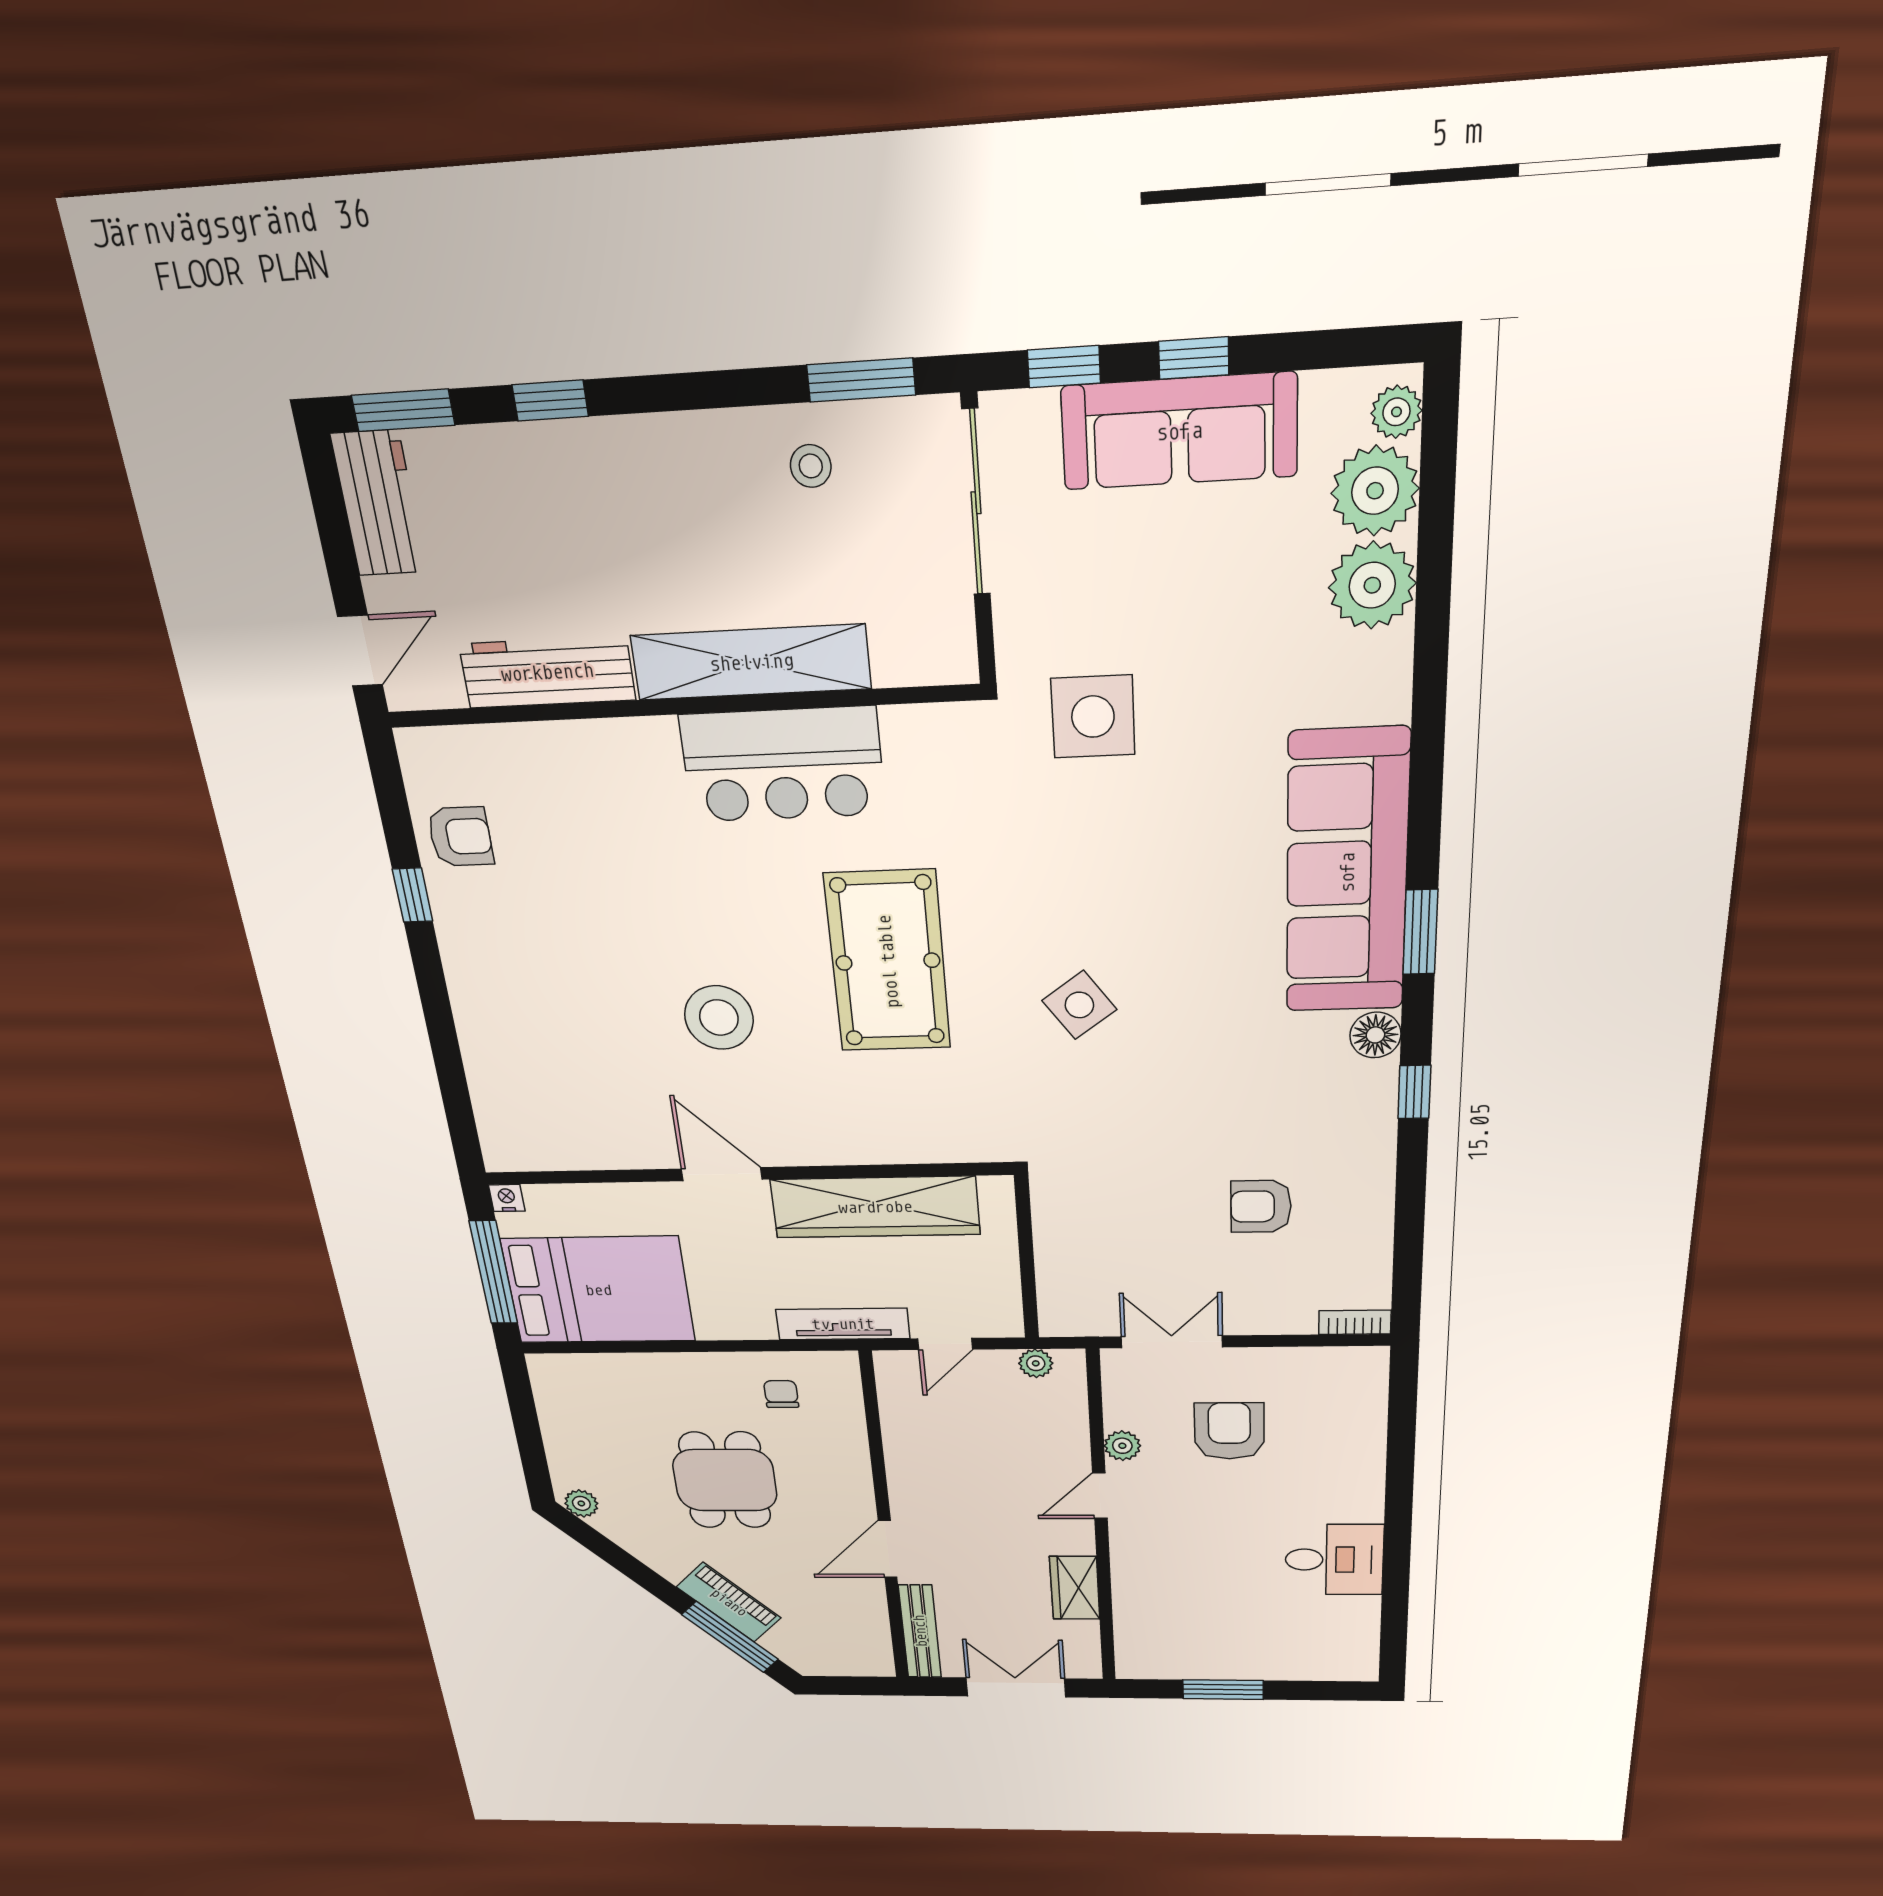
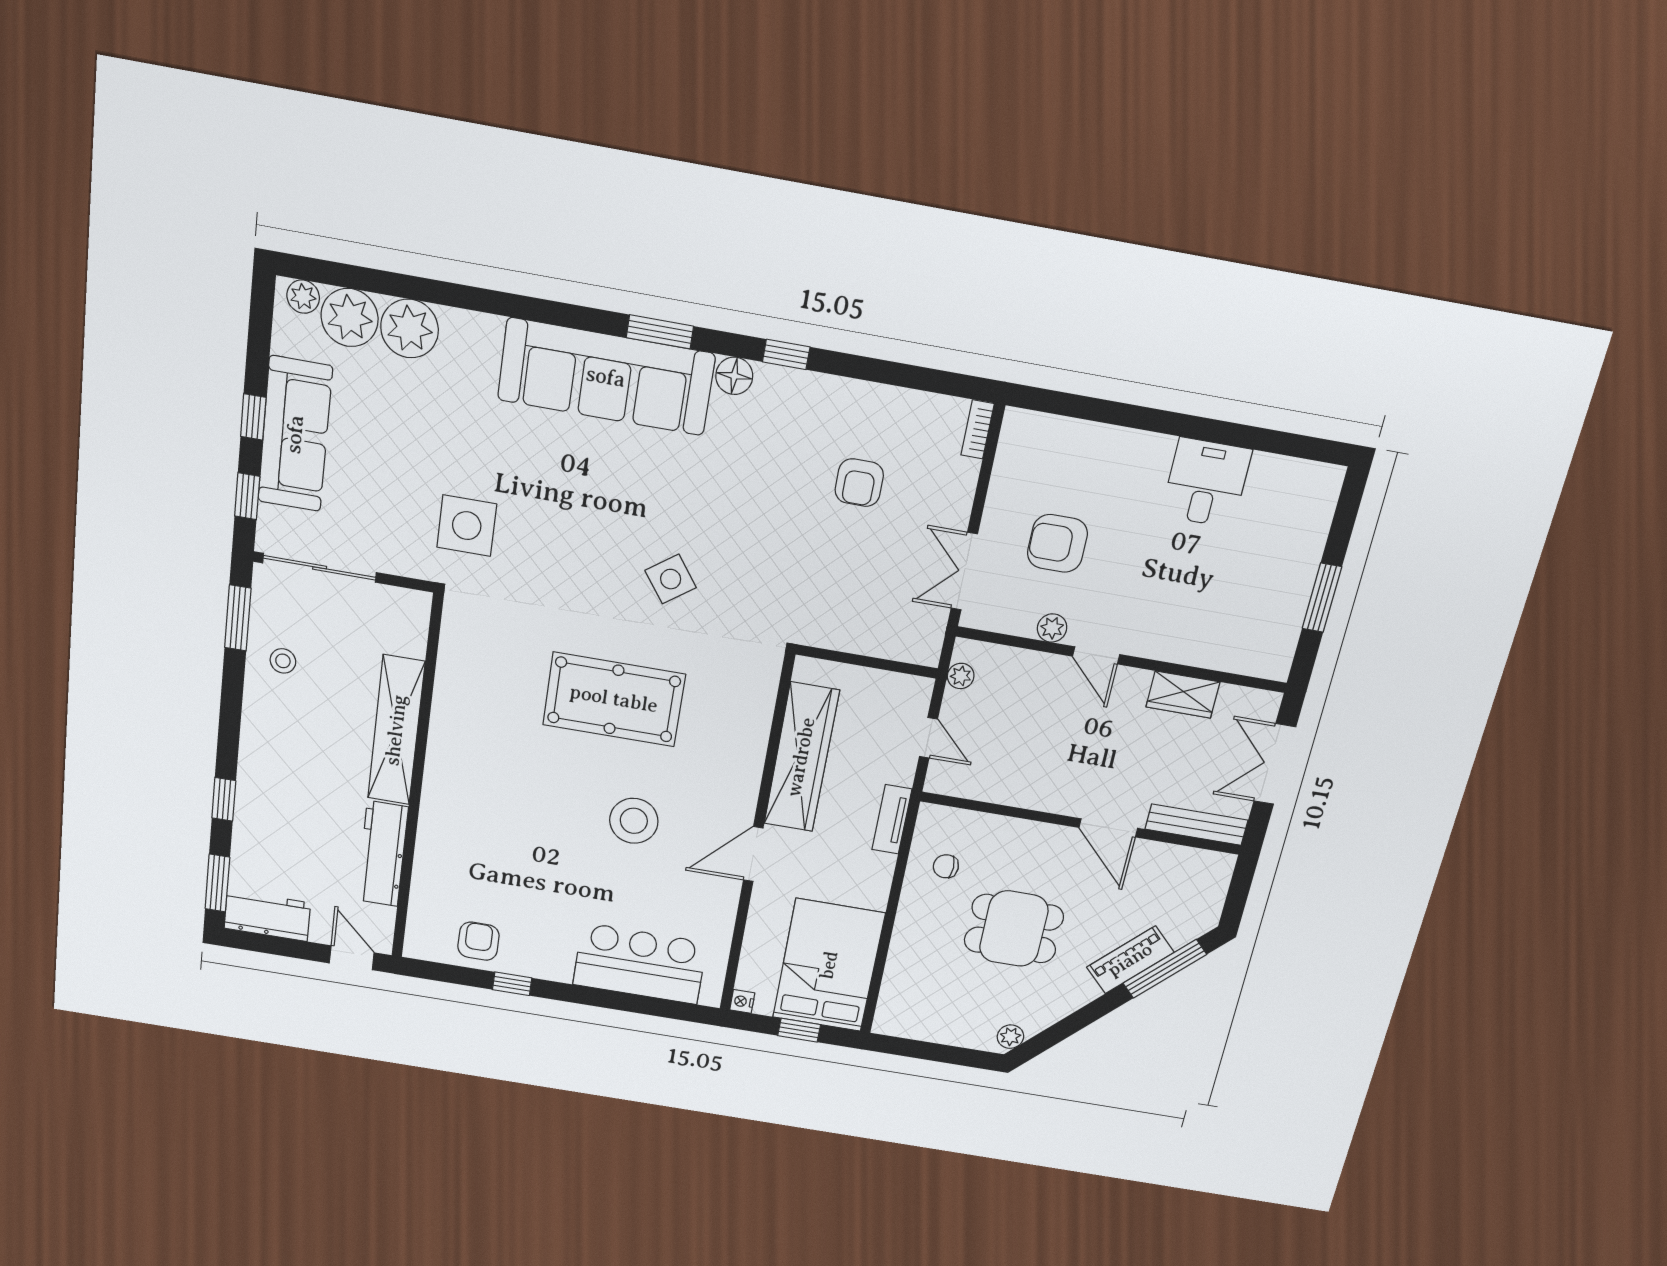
bar counter: (783, 765) -> (640, 964), moved, turned -90
window: (493, 1272) -> (799, 1030), width x0.46
tv unit: (843, 1324) -> (892, 819), width x0.71

